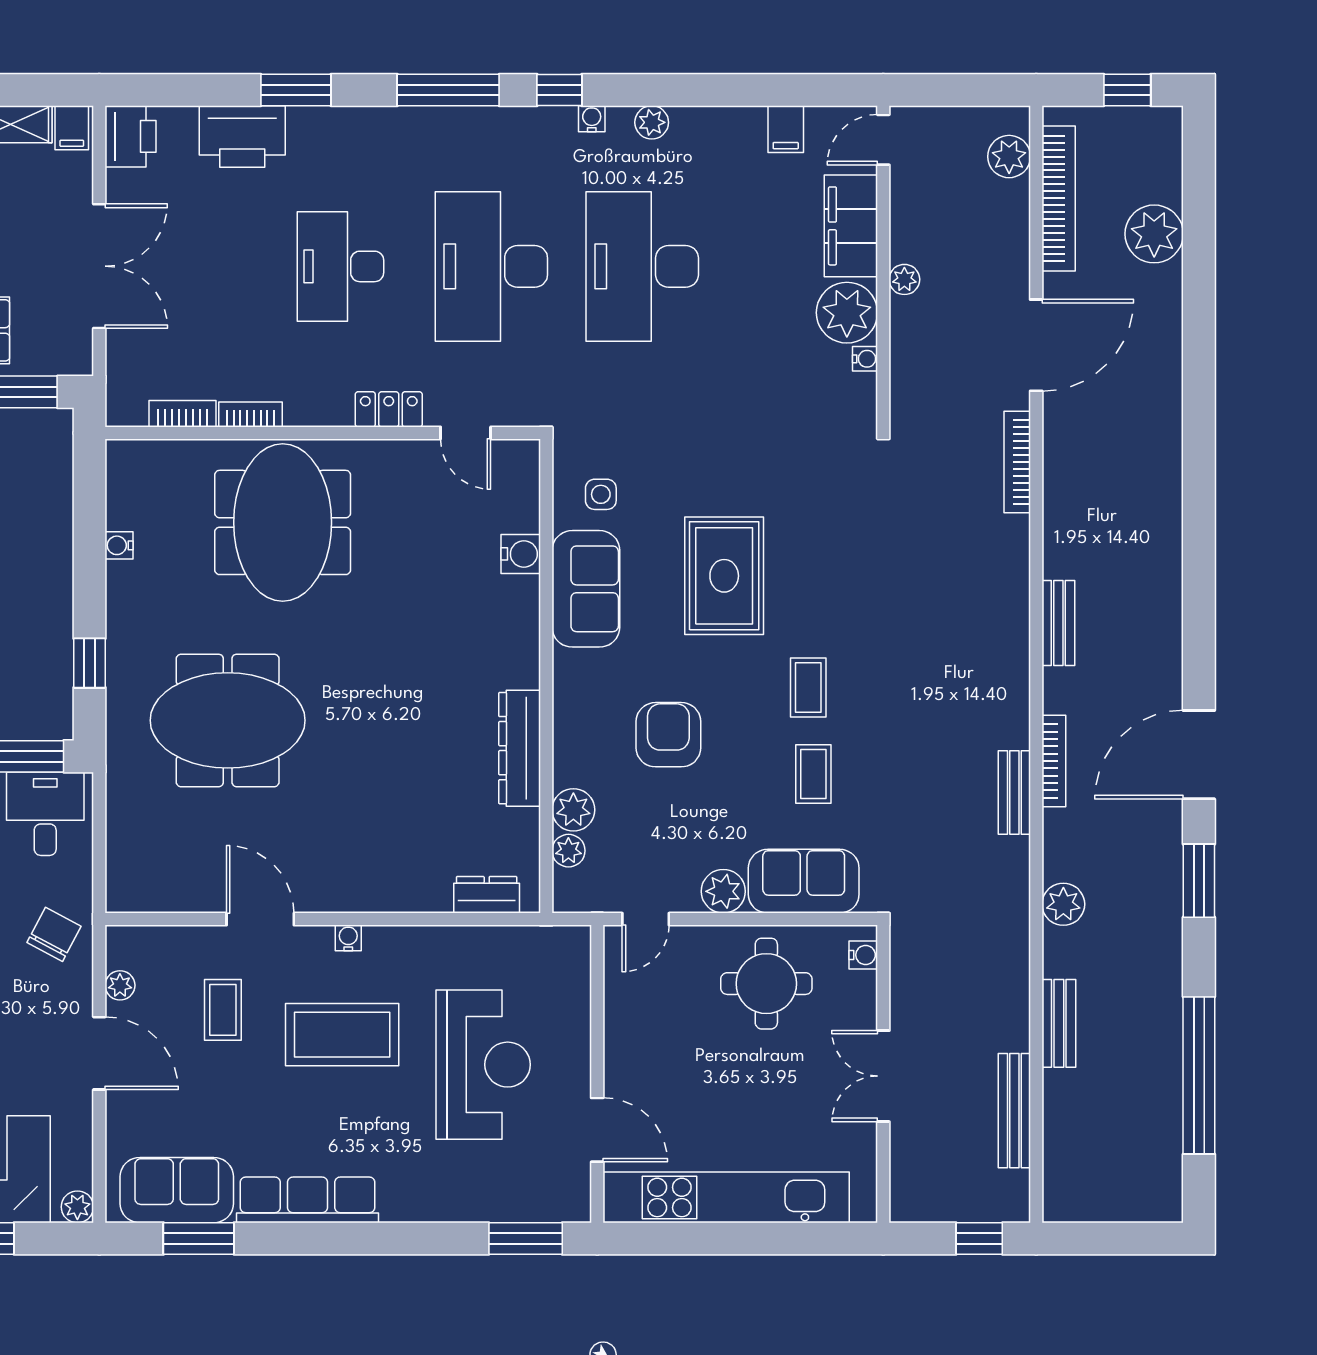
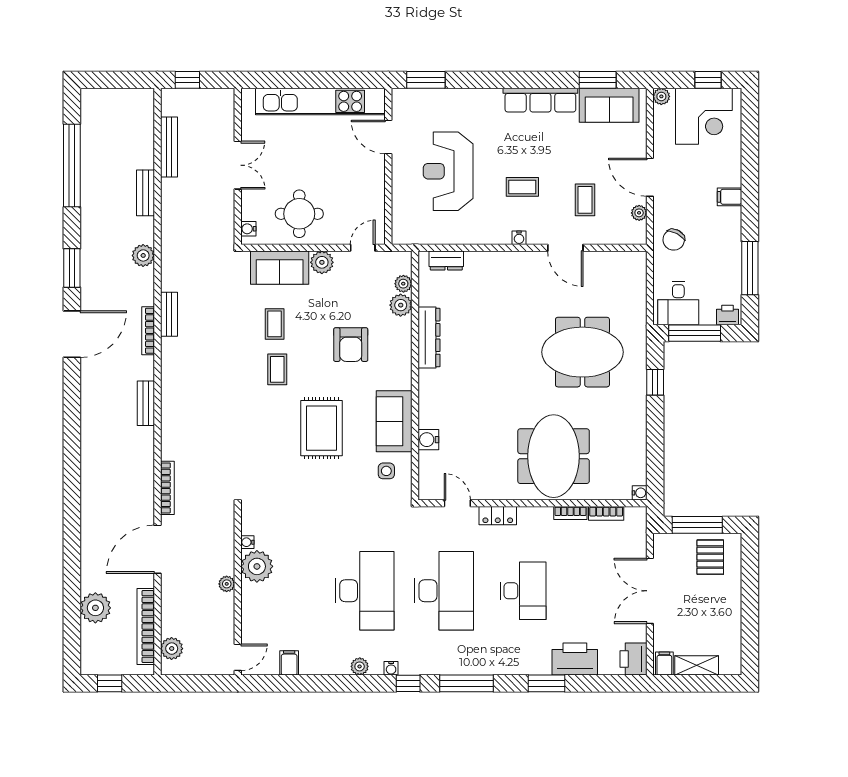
filing cabinet: (851, 226) -> (255, 612), removed
water cooler: (119, 545) -> (640, 493), moved
coffee table: (342, 1035) -> (522, 187), width x0.54, depth x0.58

